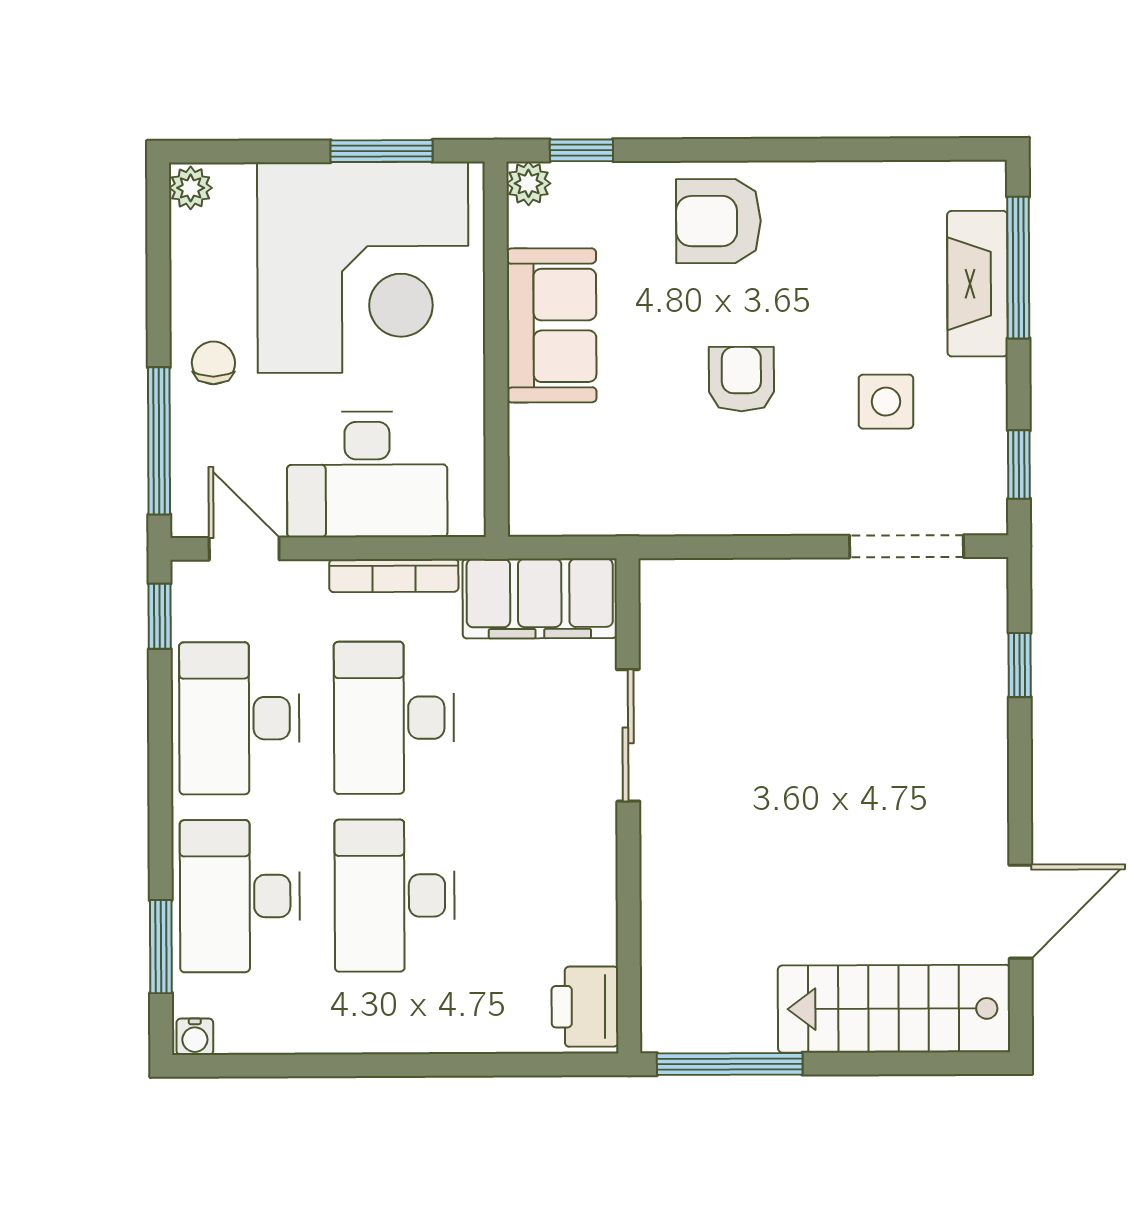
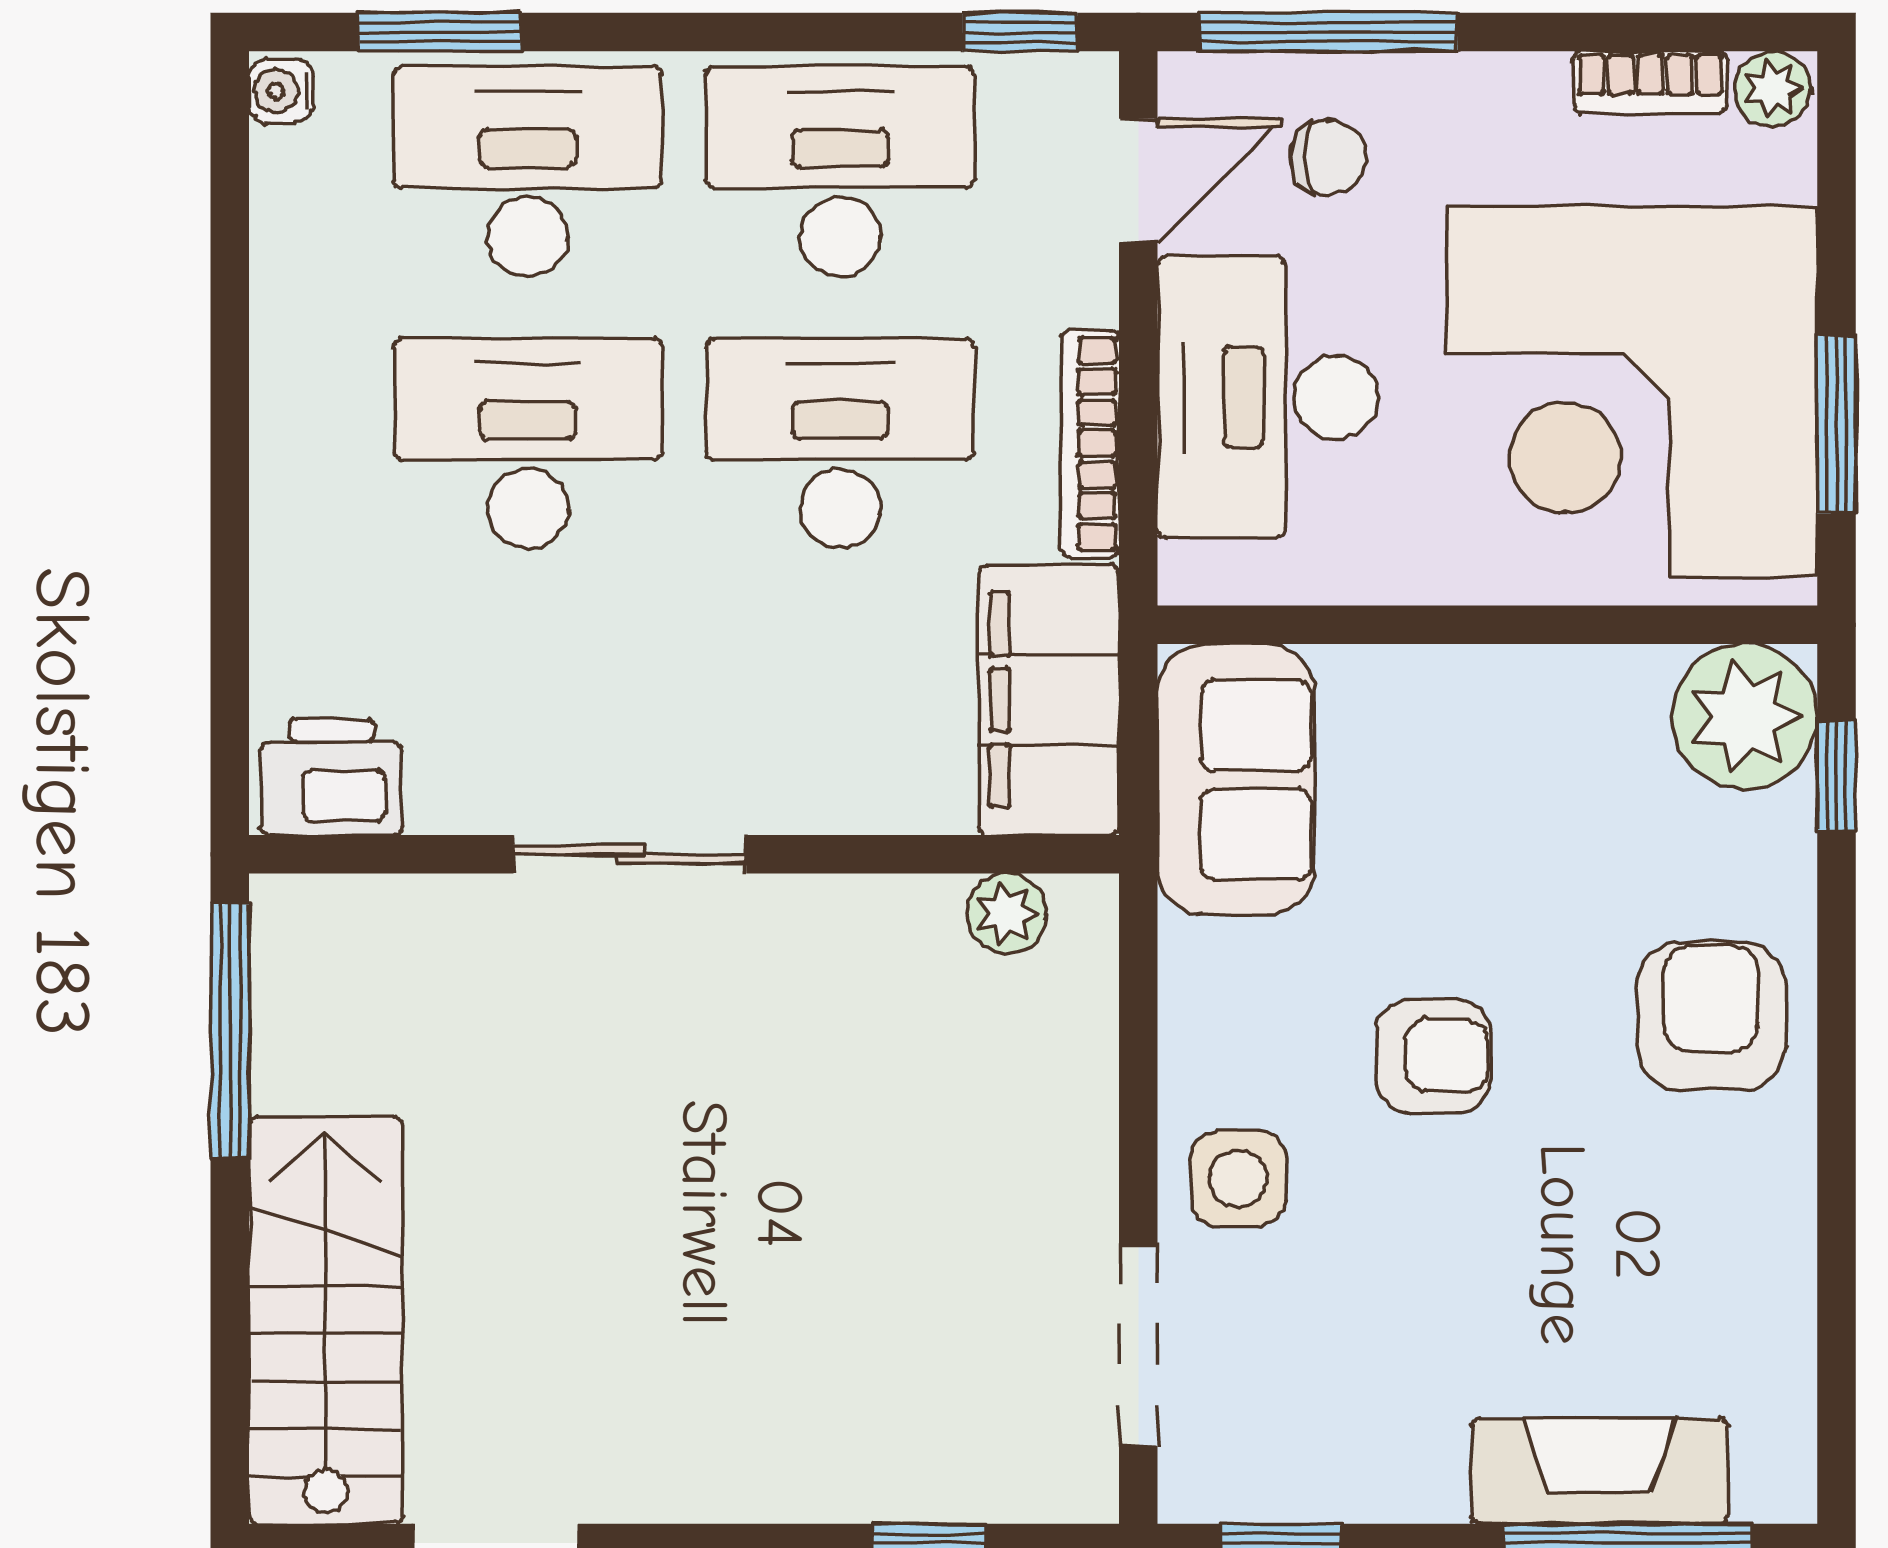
plant: (528, 183) -> (1745, 717), width x1.87, depth x1.87
bookcase: (187, 258) -> (1650, 82), added
sofa: (552, 325) -> (1236, 780), moved, turned -90
chair: (213, 363) -> (1328, 157), moved
side table: (886, 402) -> (1238, 1178), moved
plant: (661, 622) -> (1007, 914), added
sliding door: (628, 735) -> (630, 854), moved

